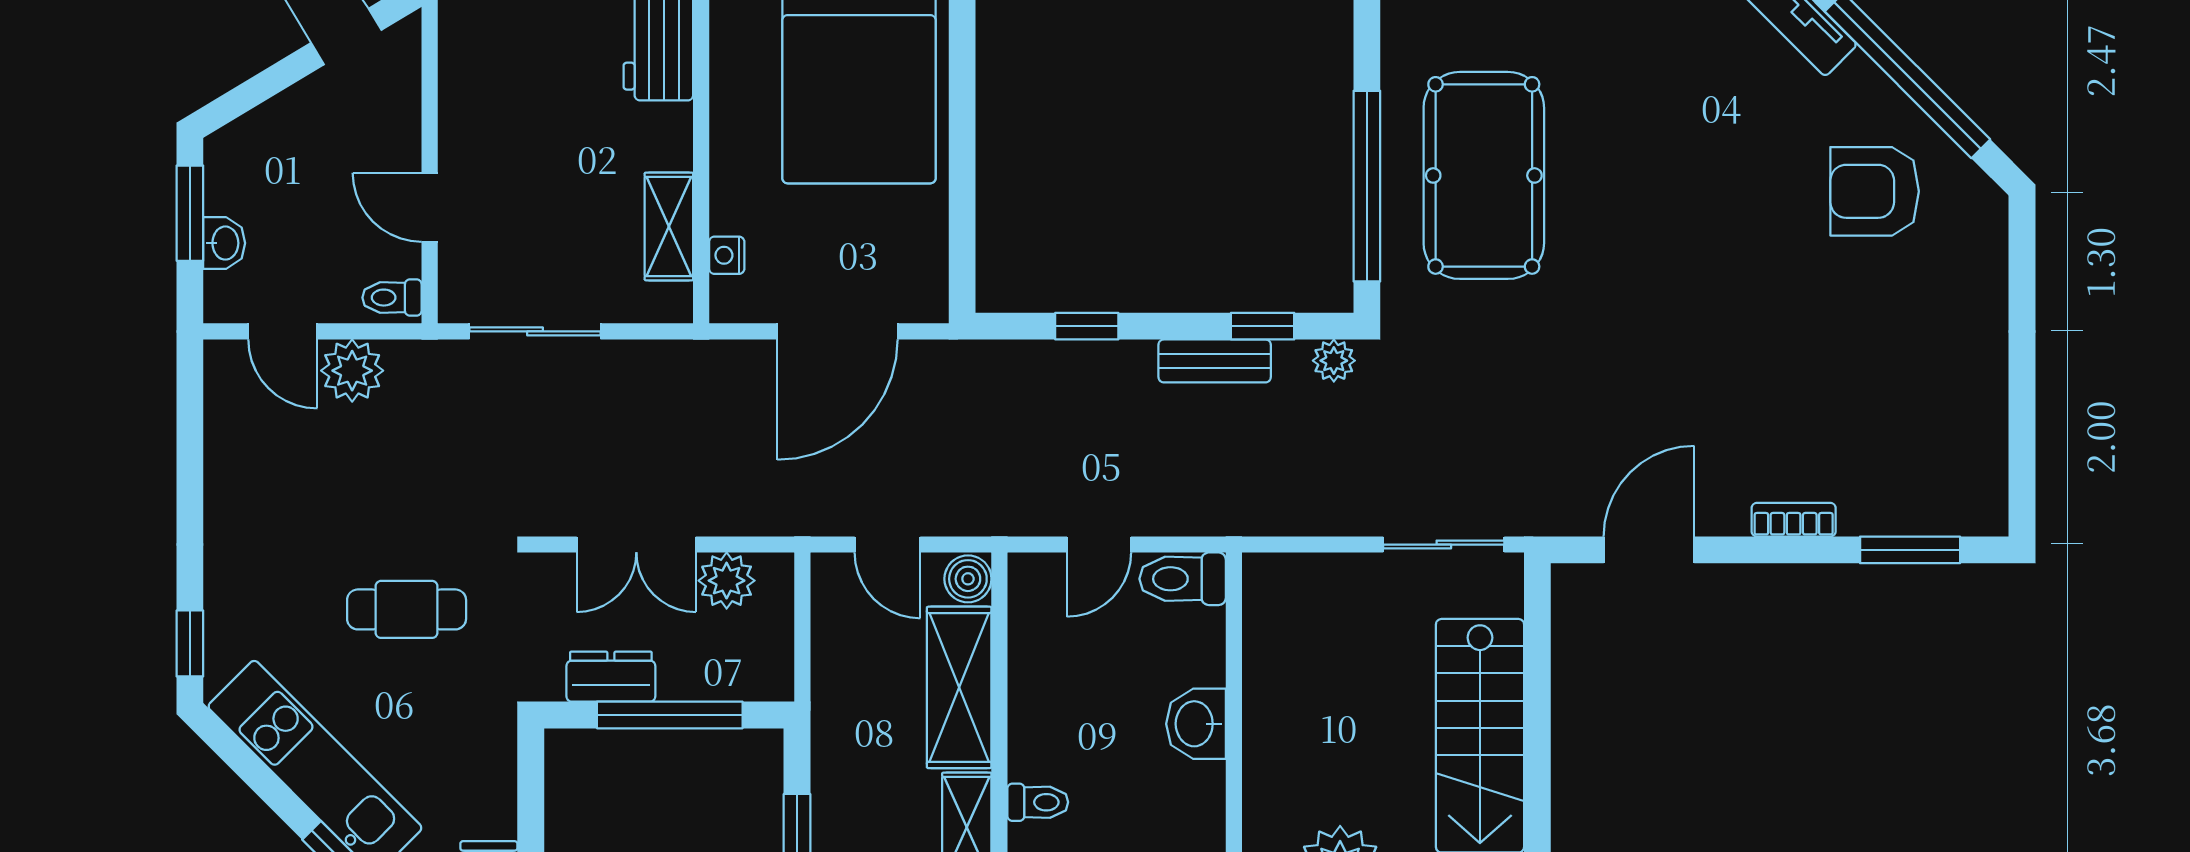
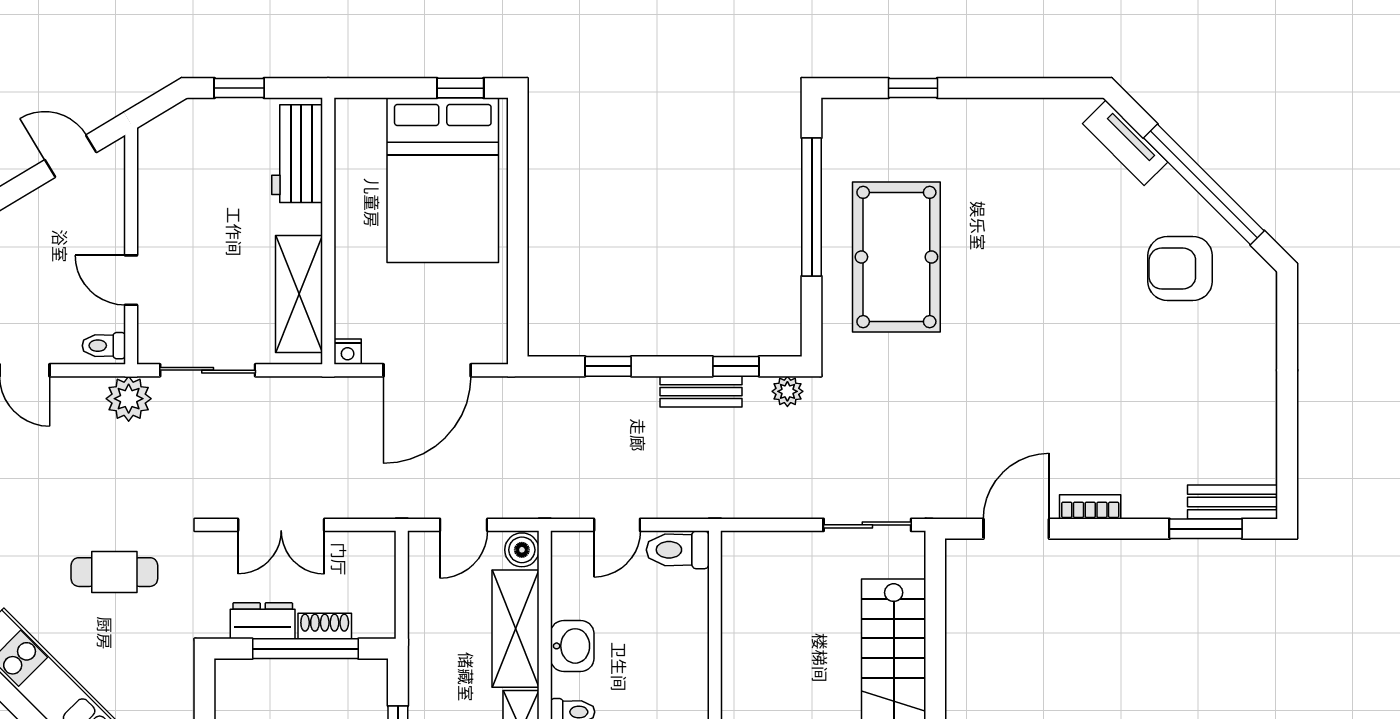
window: (1367, 186) -> (812, 207), moved
shelving: (669, 226) -> (299, 294), width x1.50, depth x1.33
nightstand: (727, 255) -> (348, 352), moved, turned -90
plant: (352, 371) -> (129, 399), moved
bench: (1947, 513) -> (1233, 502), added
bookcase: (1794, 520) -> (1090, 507), moved
door: (887, 545) -> (464, 525), hinge flipped
plant: (727, 581) -> (347, 551), removed
shoe rack: (696, 684) -> (325, 626), added
washbasin: (1196, 724) -> (572, 646), moved, turned 180

